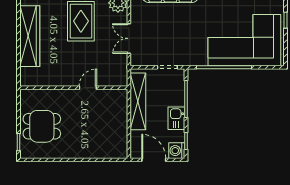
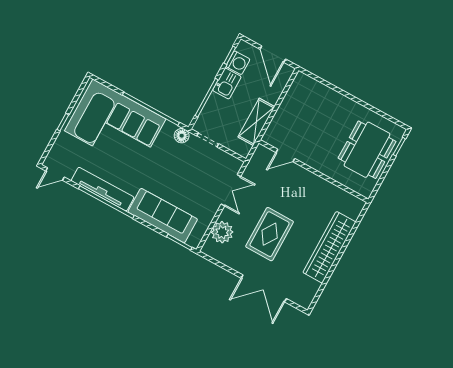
floor lamp: (189, 60) -> (182, 136), added
door: (88, 88) -> (285, 156), moved
shelving: (138, 101) -> (256, 122), width x0.68
dining table: (42, 126) -> (367, 150), width x1.38
washing machine: (177, 151) -> (238, 63), moved

